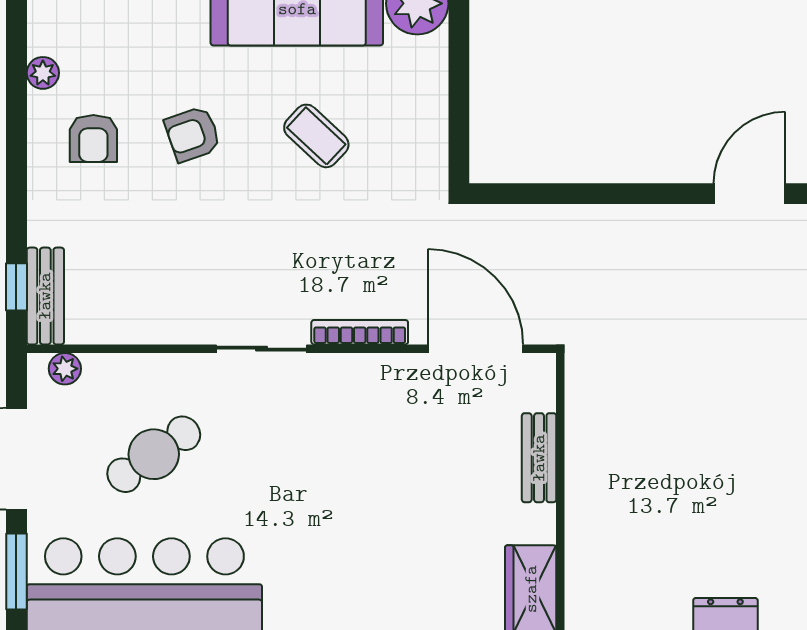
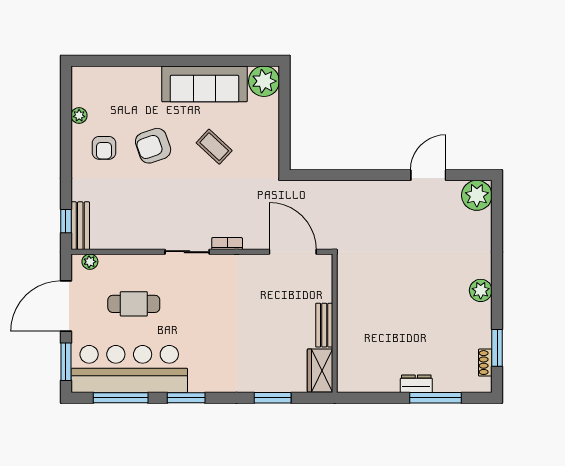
armchair: (193, 134) -> (153, 146), width x1.38, depth x1.38
bookcase: (360, 332) -> (227, 244), width x0.64
cafe table: (154, 454) -> (134, 304), turned 35
bench: (539, 458) -> (324, 325), moved

